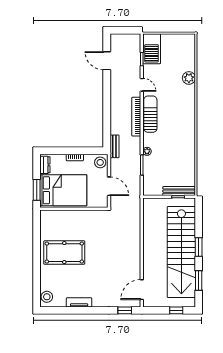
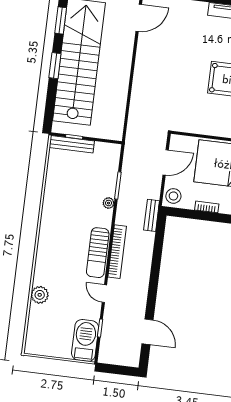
door: (109, 186) -> (166, 162), swing flipped

